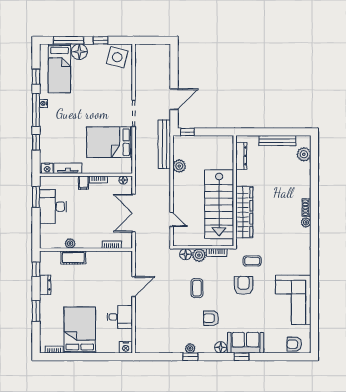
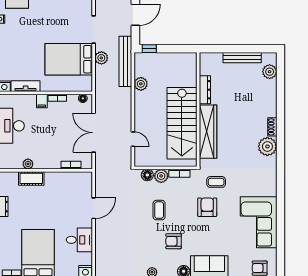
plant: (141, 141) -> (101, 58), added
dresser: (241, 156) -> (205, 90), moved
plant: (306, 222) -> (267, 146), width x1.88, depth x1.88

